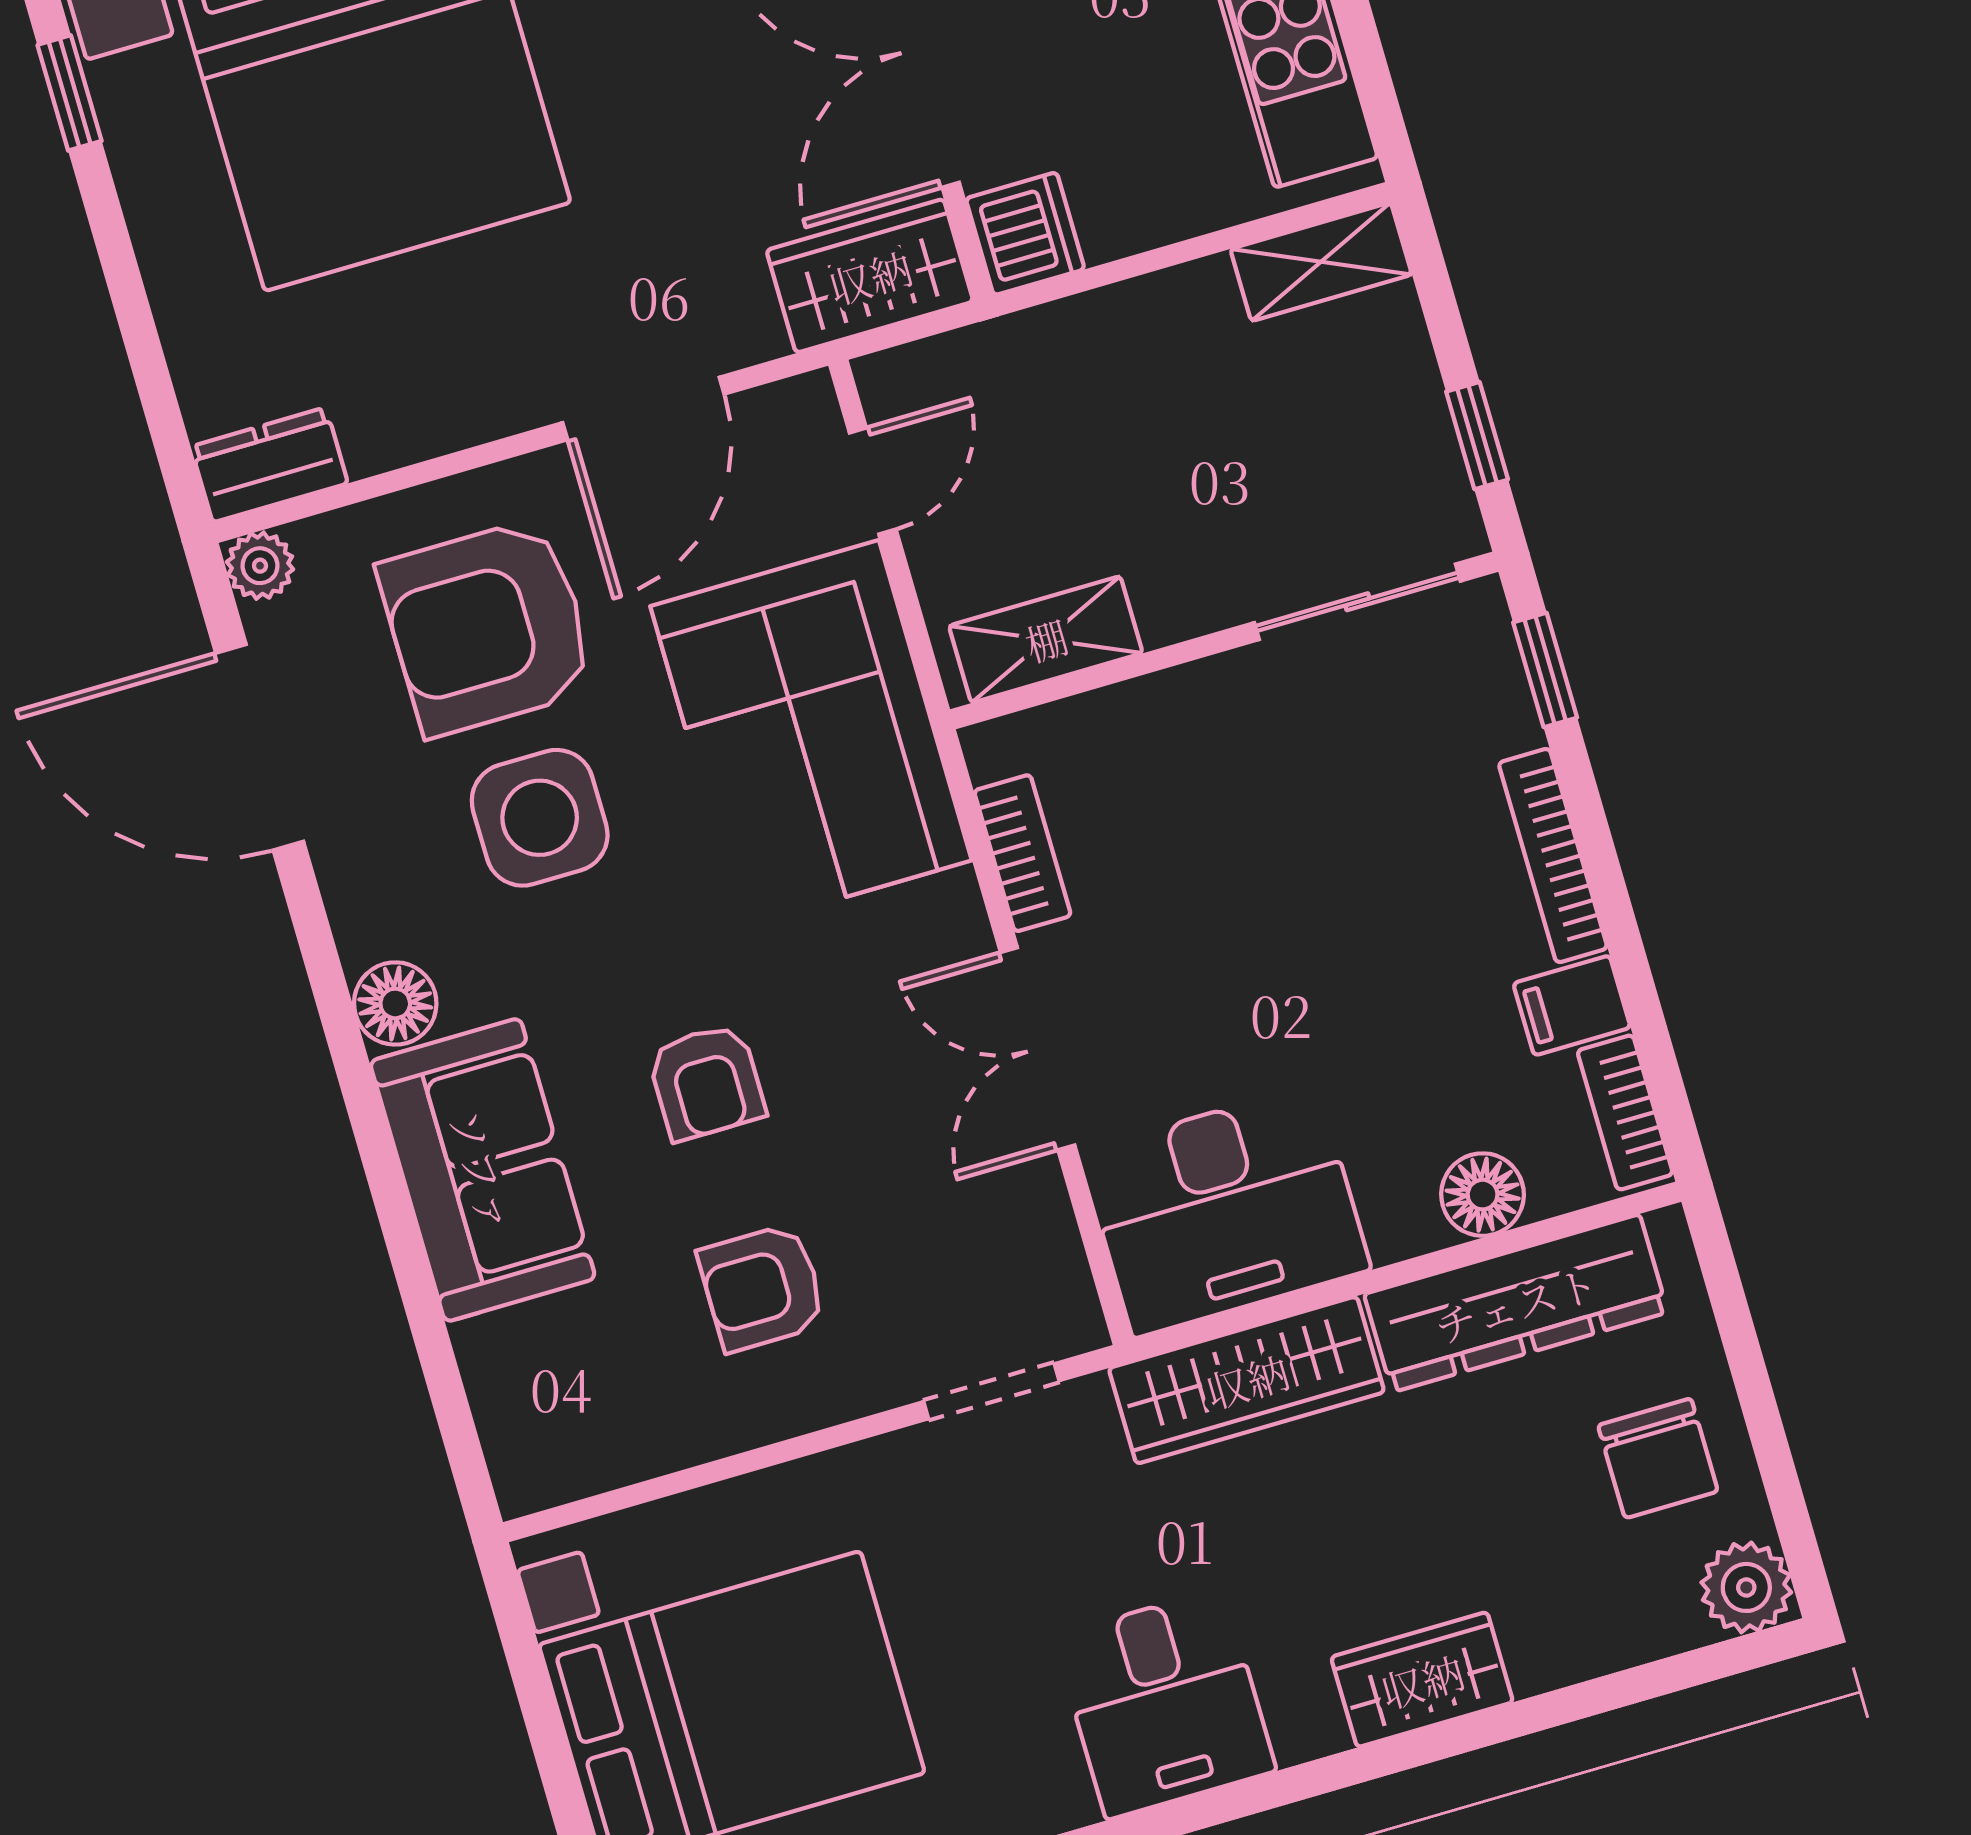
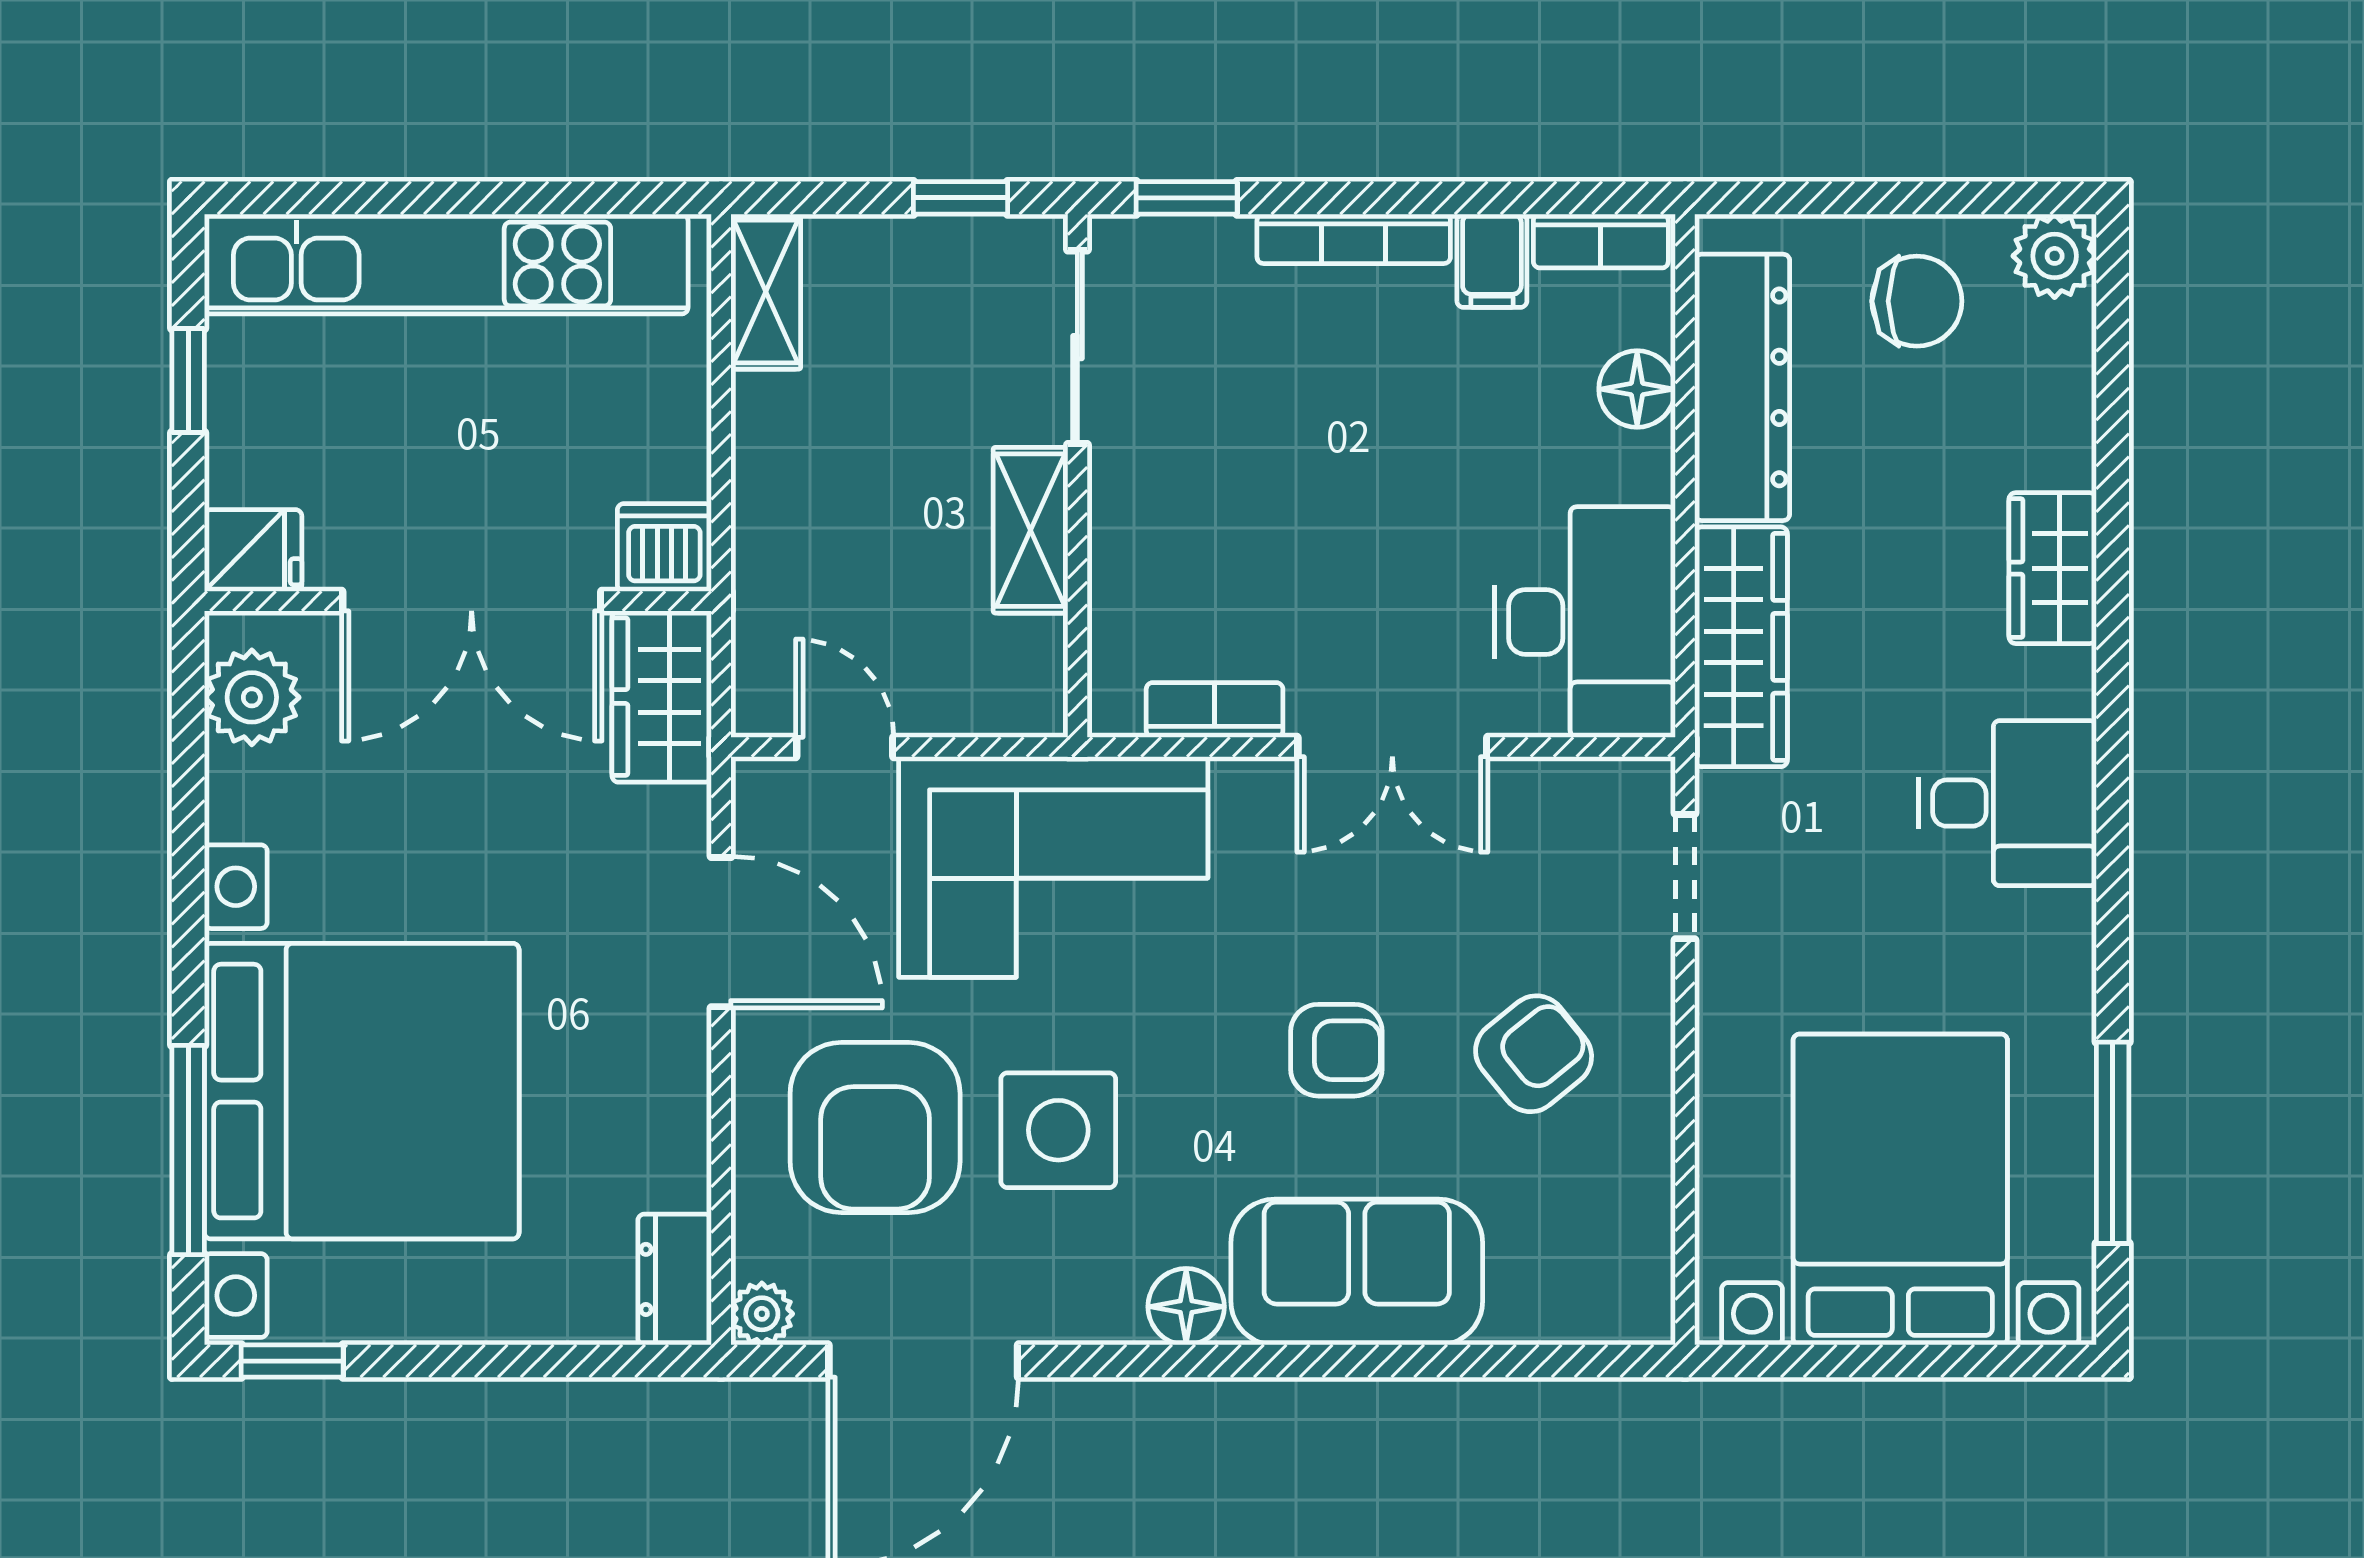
shelving: (1046, 639) -> (1030, 530), moved
armchair: (762, 1288) -> (1534, 1054), turned -129

